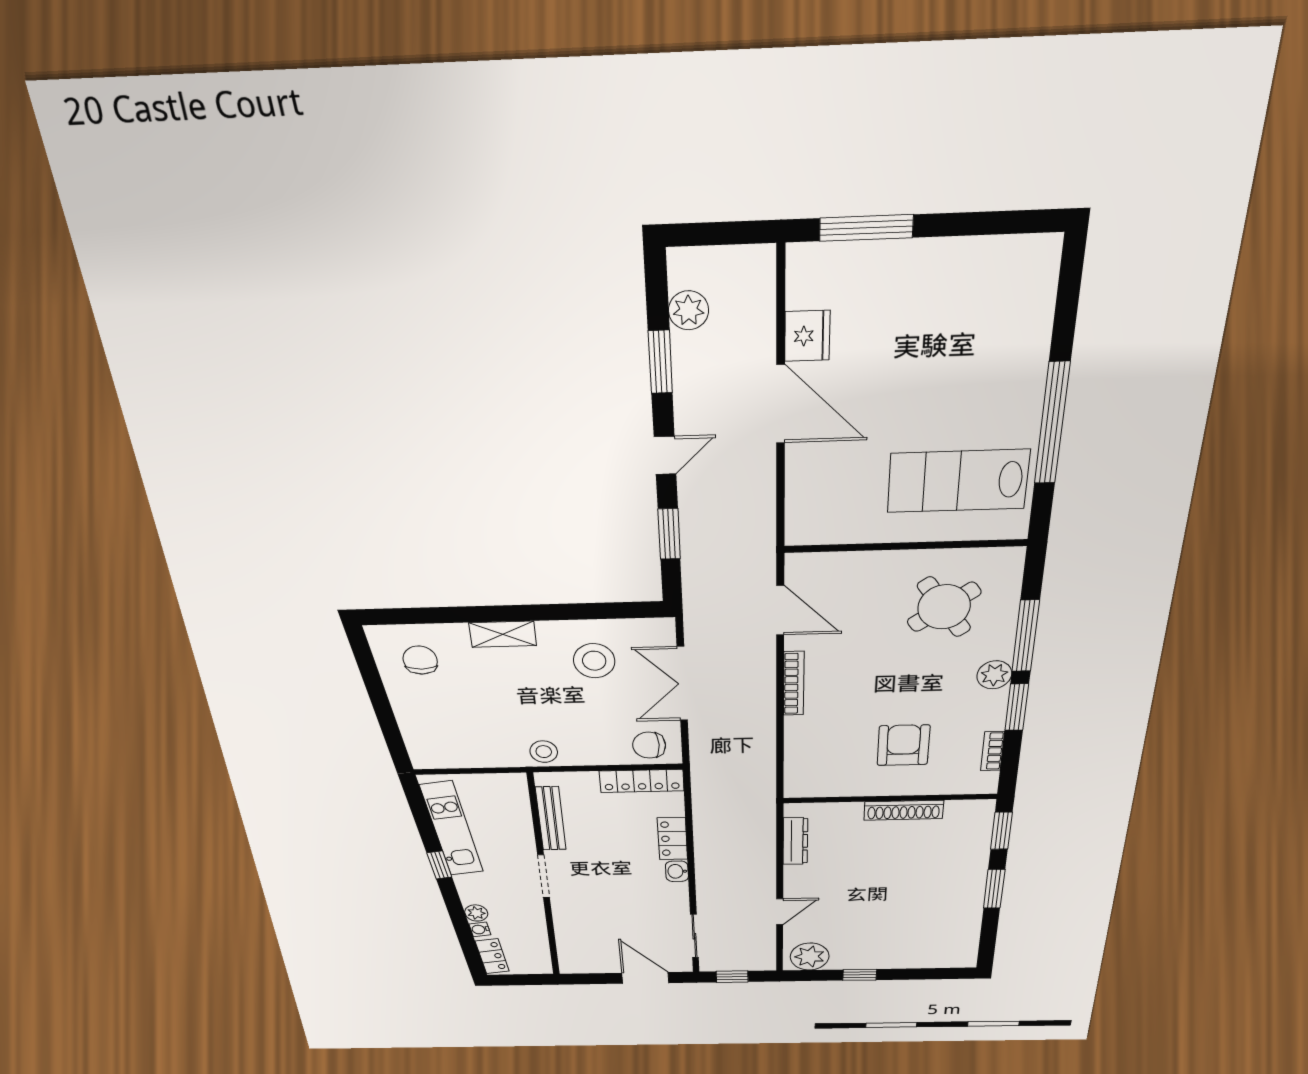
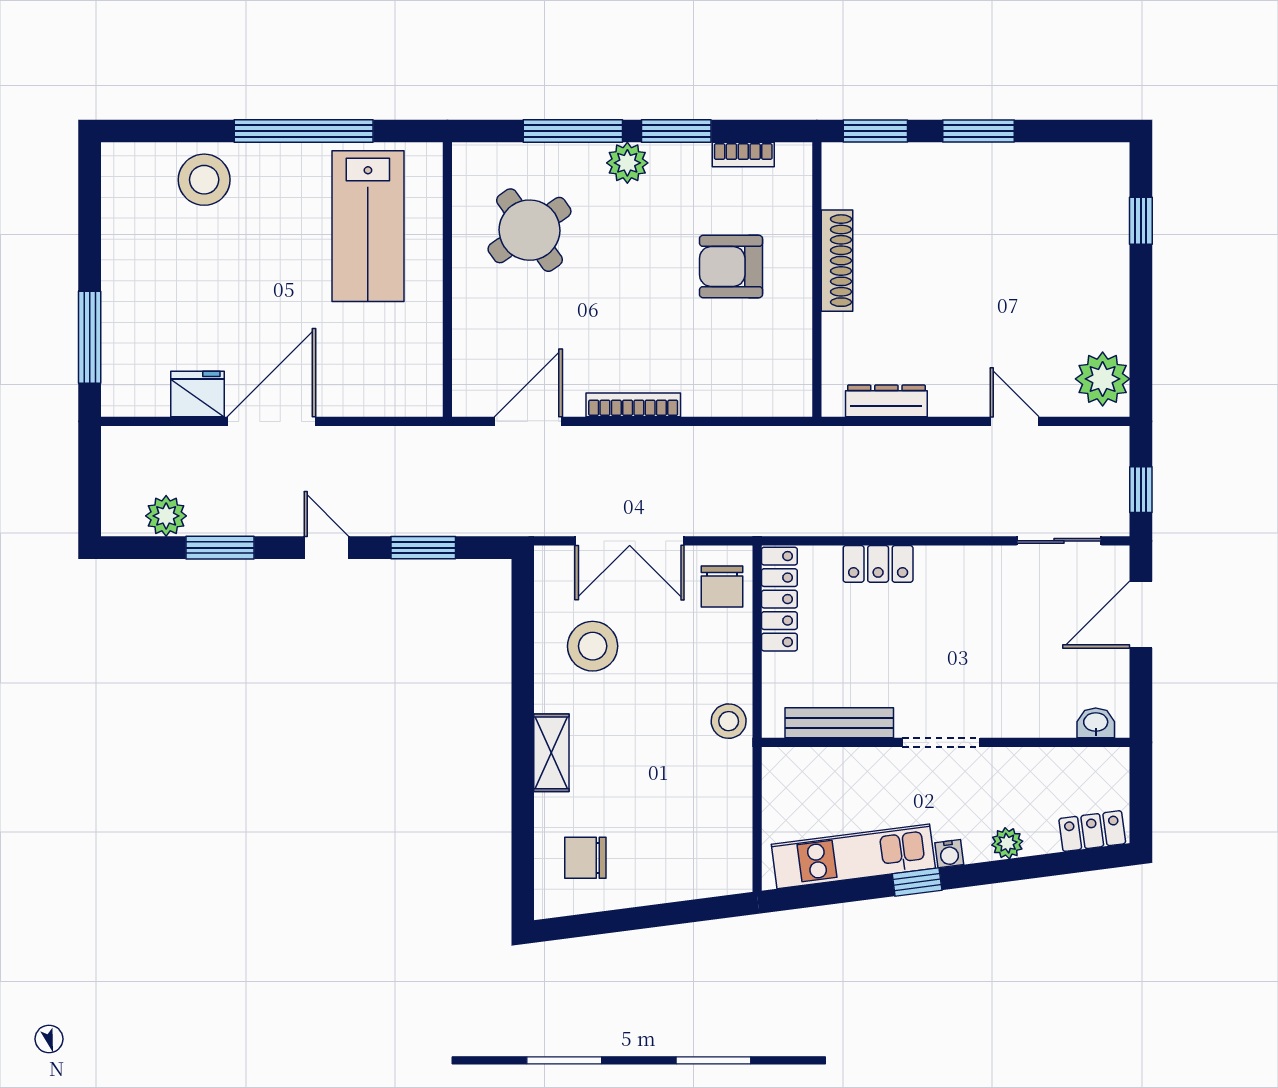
stool: (1015, 335) -> (204, 180), added
washbasin: (677, 871) -> (1096, 723), moved, turned 180
water cooler: (480, 929) -> (949, 854), moved
window: (860, 975) -> (1141, 221), moved

